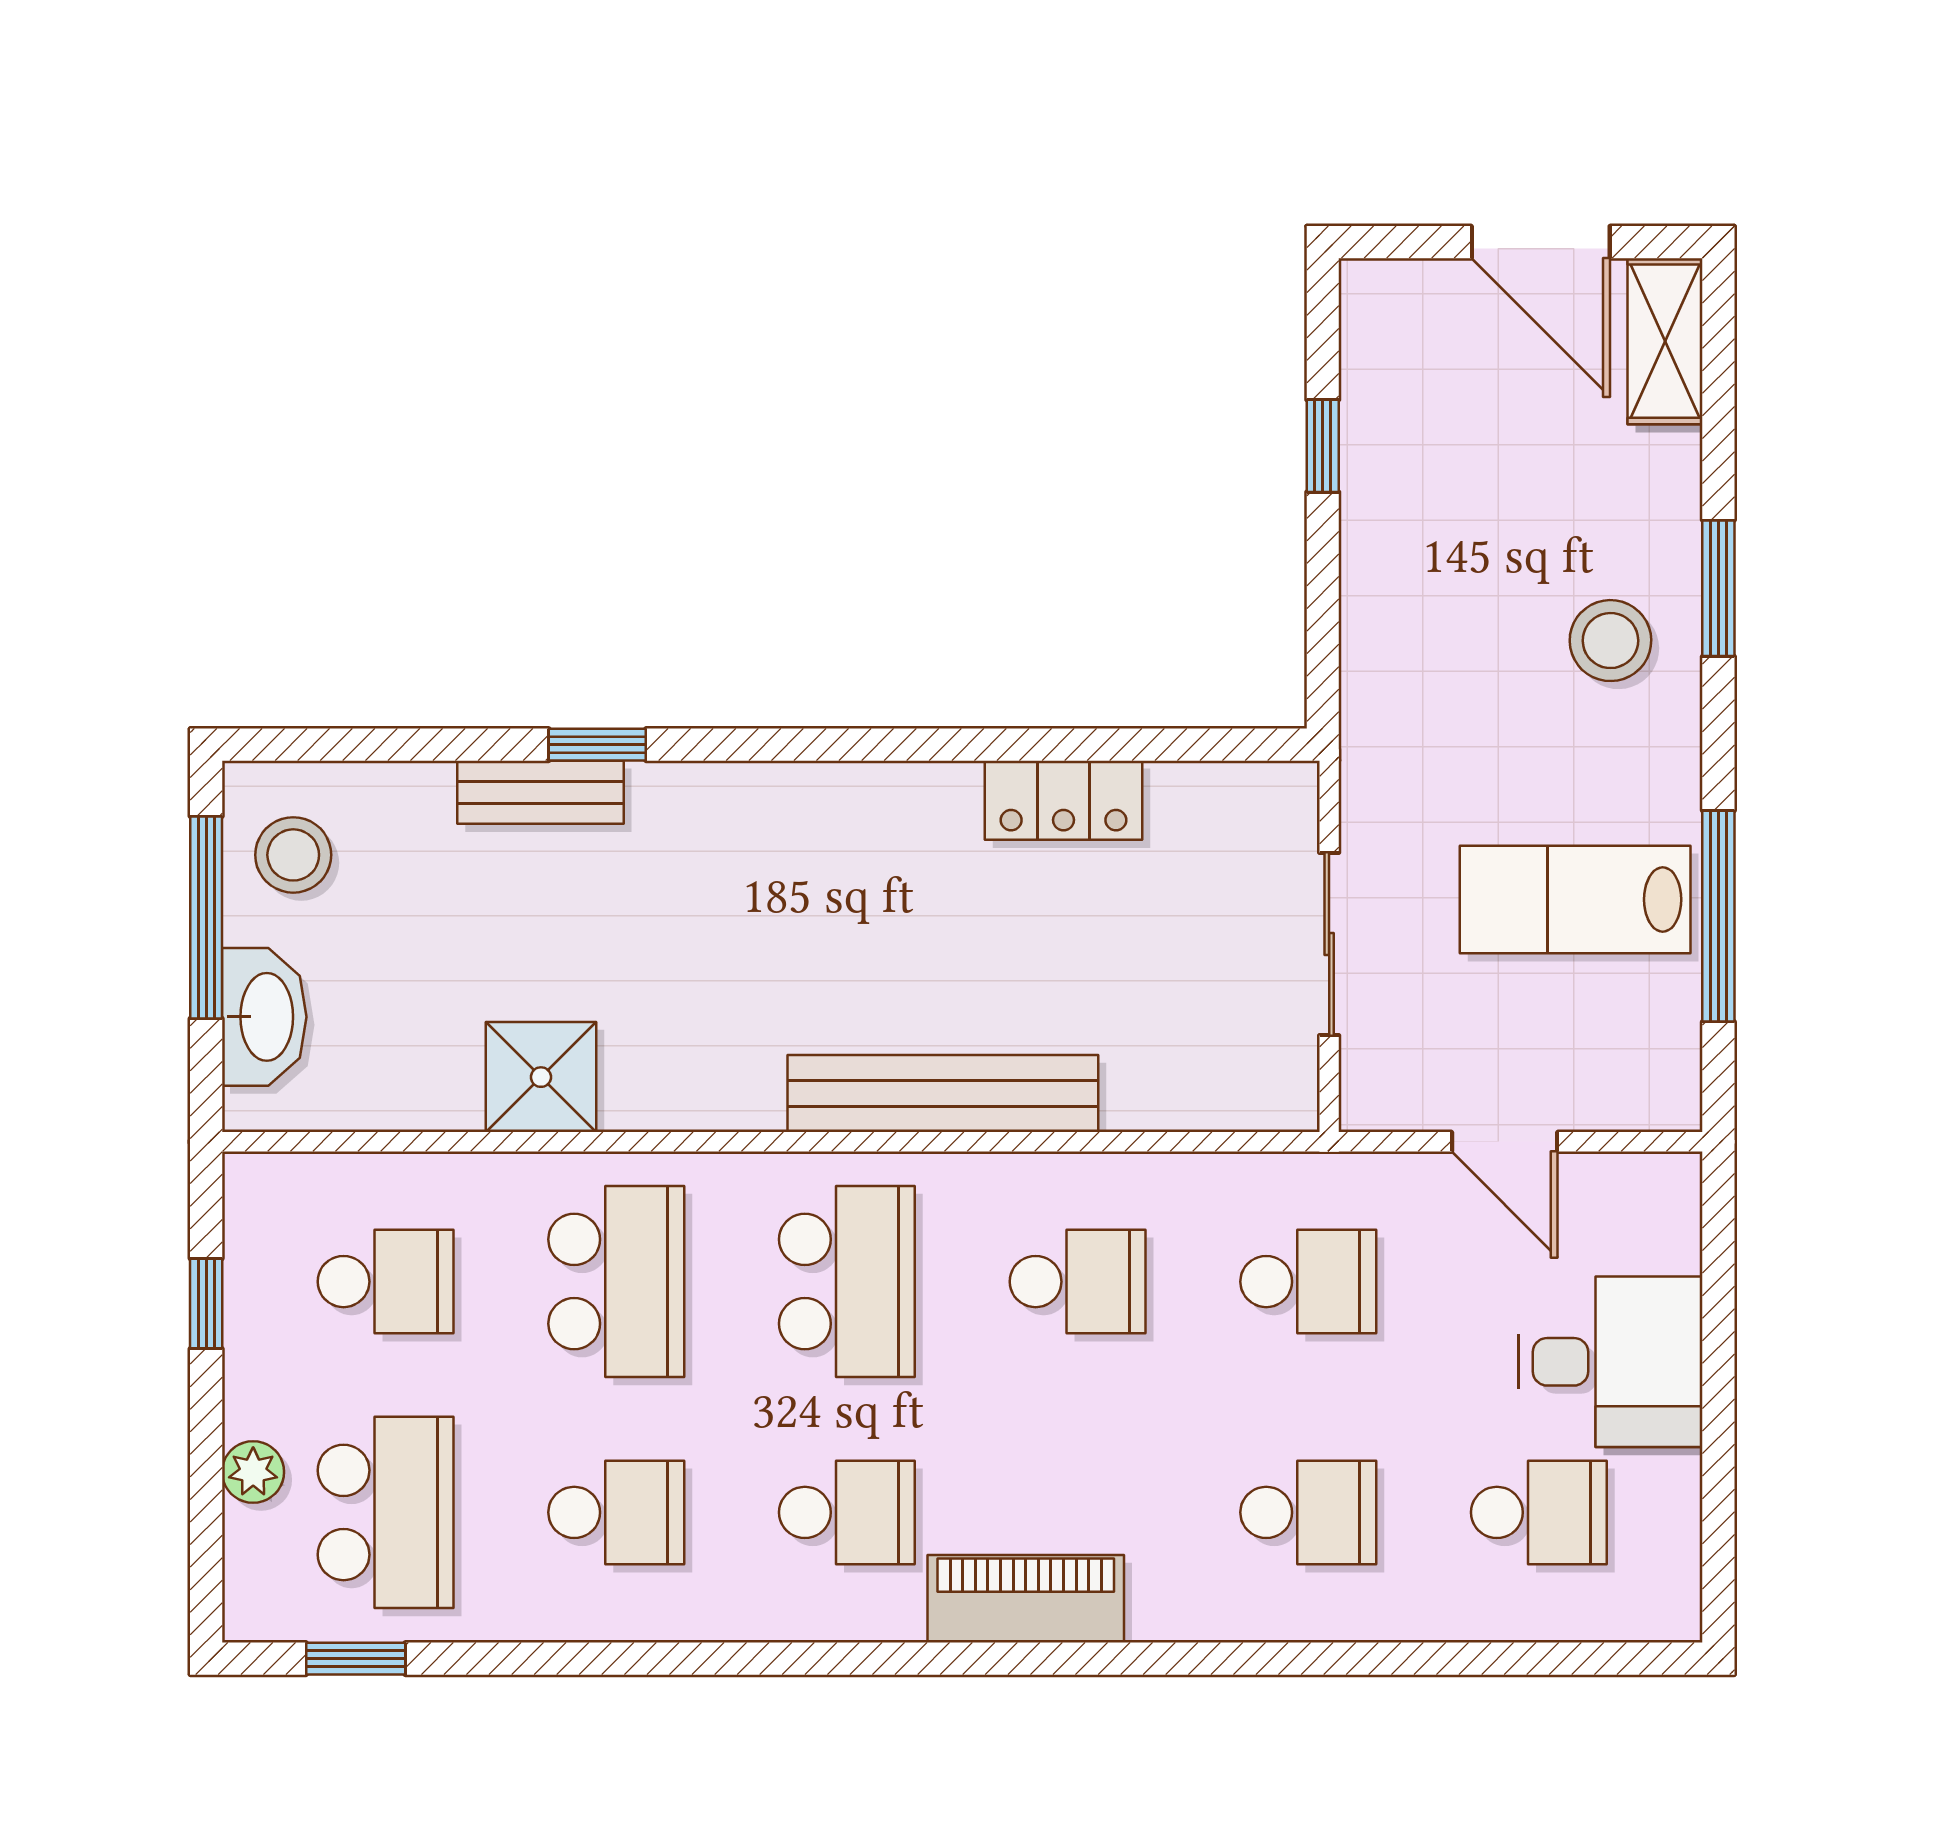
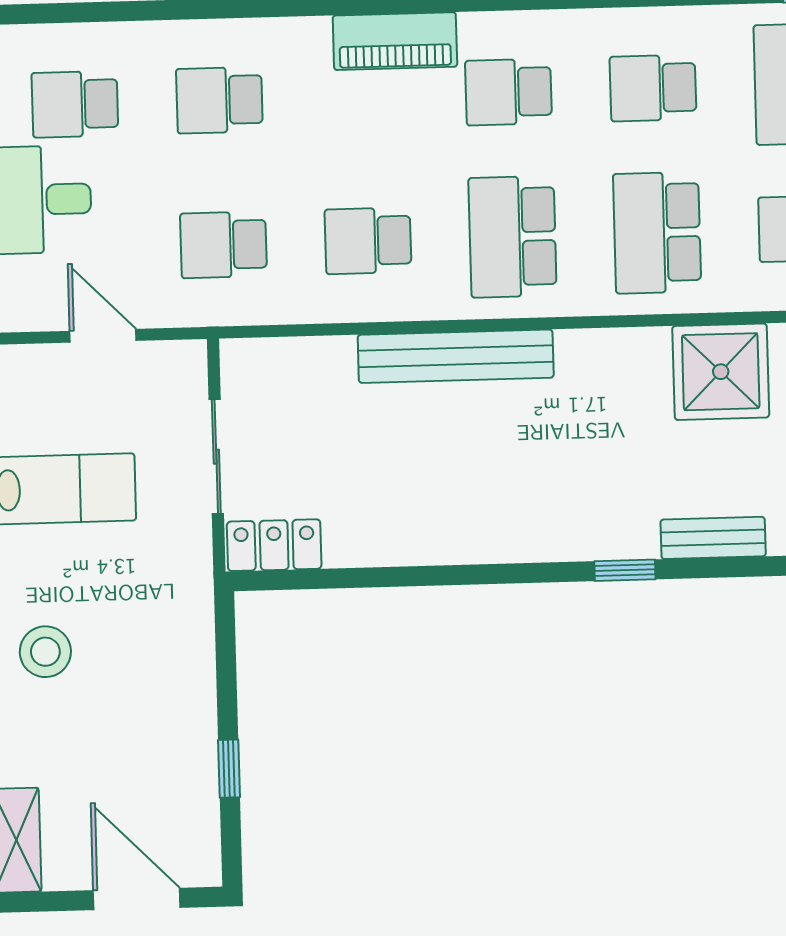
door: (1541, 242) -> (137, 899), moved
window: (597, 745) -> (625, 570), moved
locker: (1064, 800) -> (274, 545), moved
shower: (541, 1077) -> (721, 372), width x1.36, depth x1.36

